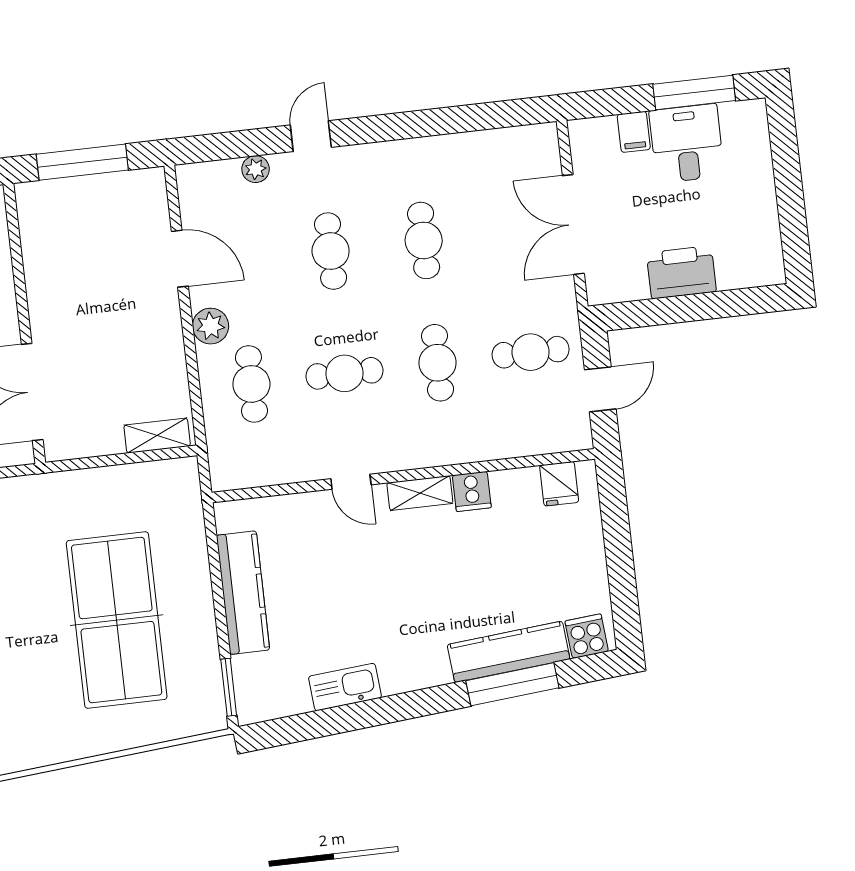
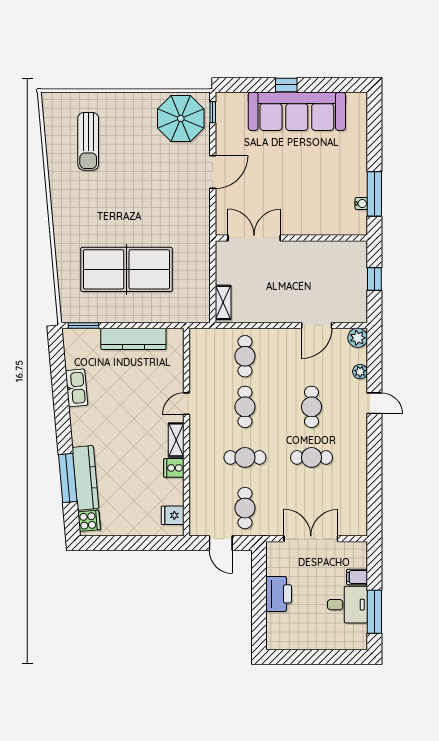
window: (82, 162) -> (374, 279), width x0.46
cafe table: (331, 251) -> (311, 407), turned 90
plant: (211, 326) -> (358, 338), moved
cafe table: (251, 384) -> (245, 356), turned 90

